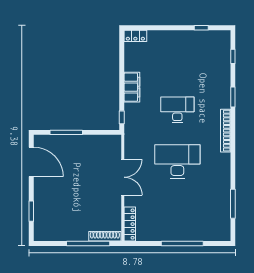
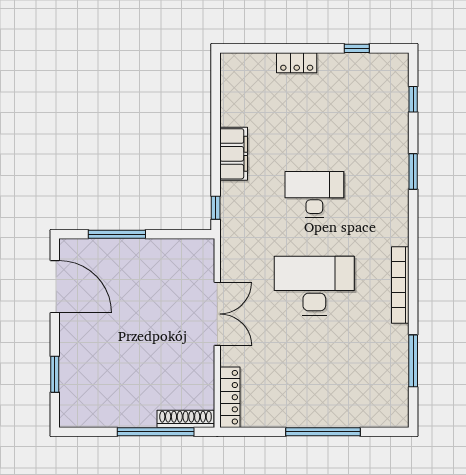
locker: (135, 36) -> (297, 63), moved
bookcase: (226, 131) -> (400, 285), moved

